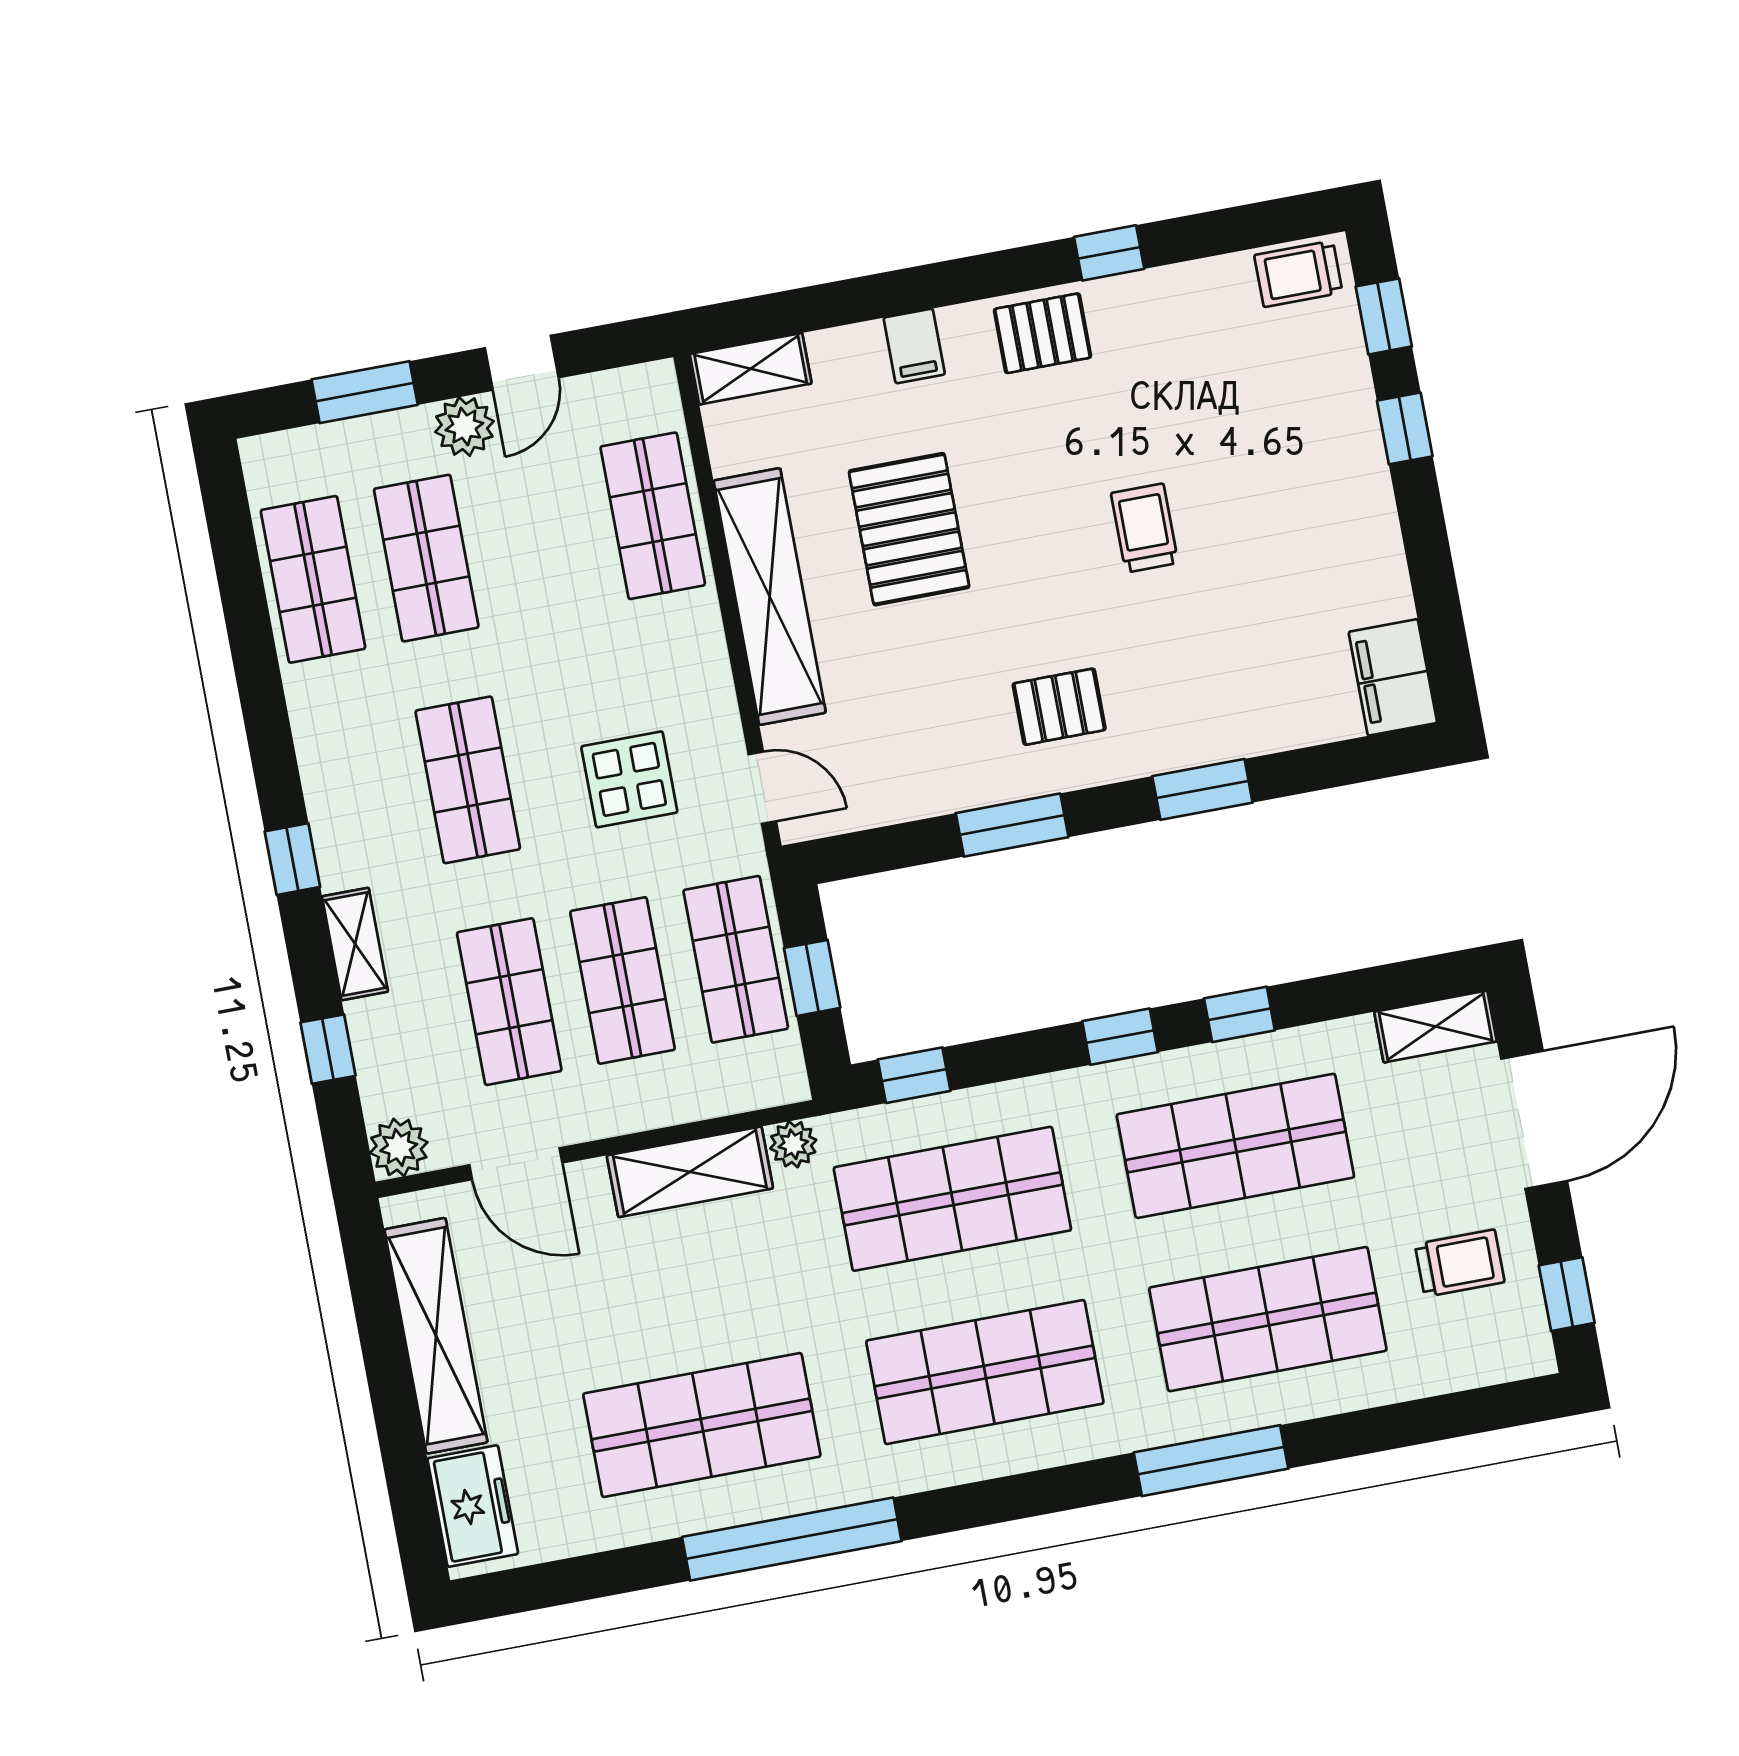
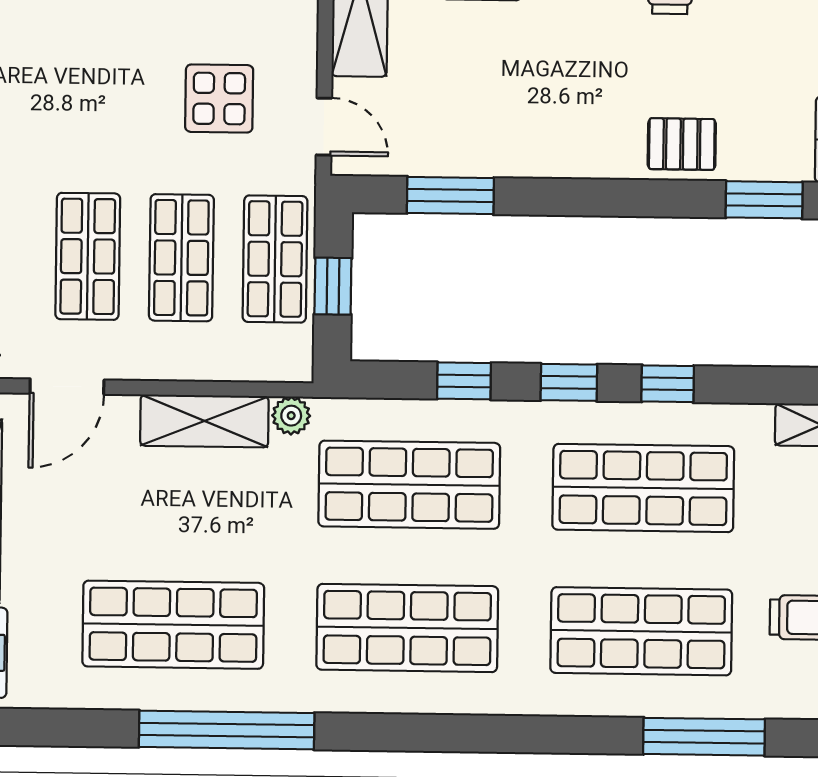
pallet: (1059, 707) -> (682, 144), moved
shop shelf: (468, 780) -> (90, 73), removed
window: (1202, 789) -> (764, 200), moved
window: (1012, 825) -> (450, 195), moved
window: (914, 1075) -> (464, 381), moved
door: (516, 1164) -> (67, 387), hinge flipped
window: (1211, 1461) -> (704, 737), moved

